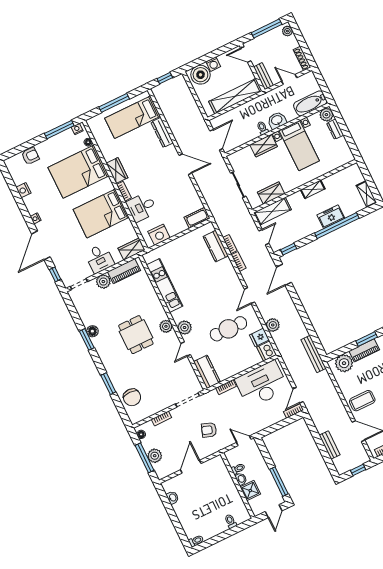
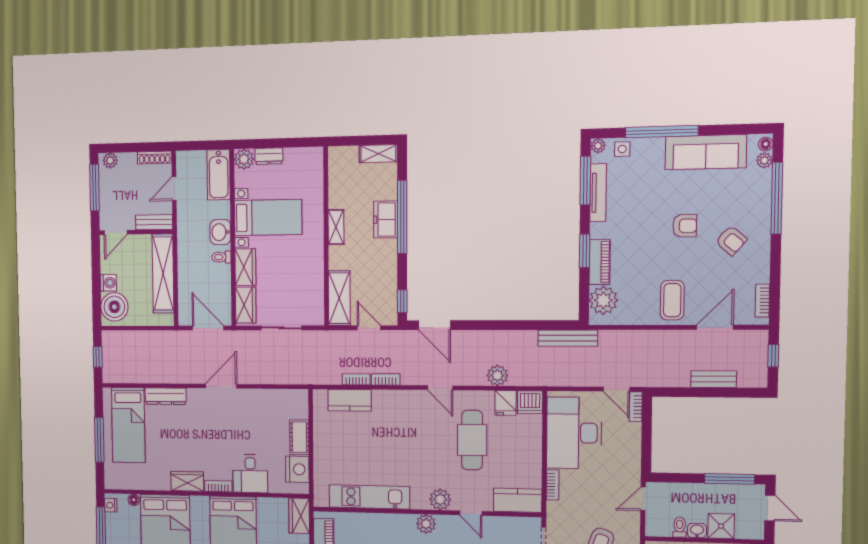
wardrobe: (271, 193) -> (246, 305), moved, turned 180
cot: (197, 218) -> (299, 437), moved

